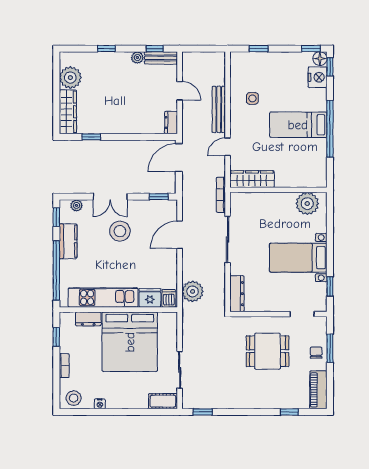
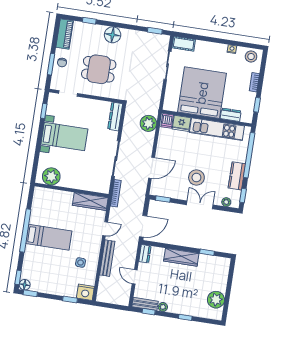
nightstand: (318, 77) -> (85, 292), moved, turned -90
wardrobe: (68, 112) -> (181, 257), moved, turned -90
floor lamp: (257, 398) -> (113, 35), added

